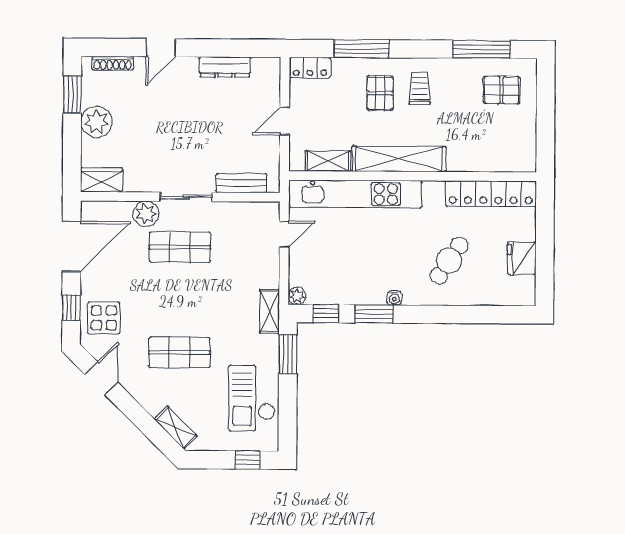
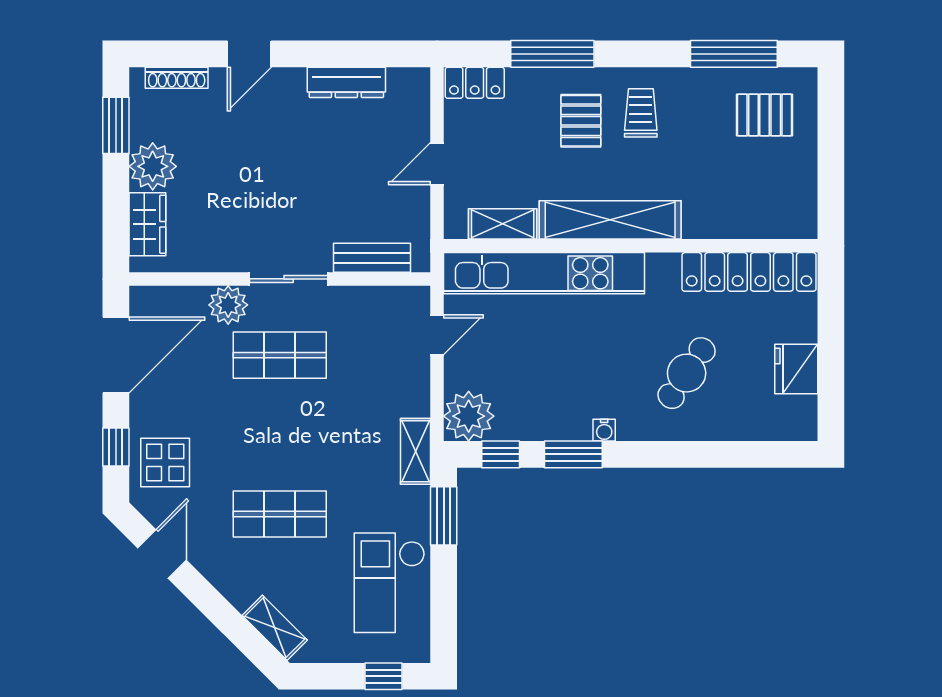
wardrobe: (101, 180) -> (147, 224), moved, turned 90
plant: (297, 296) -> (469, 416), width x1.87, depth x1.87

